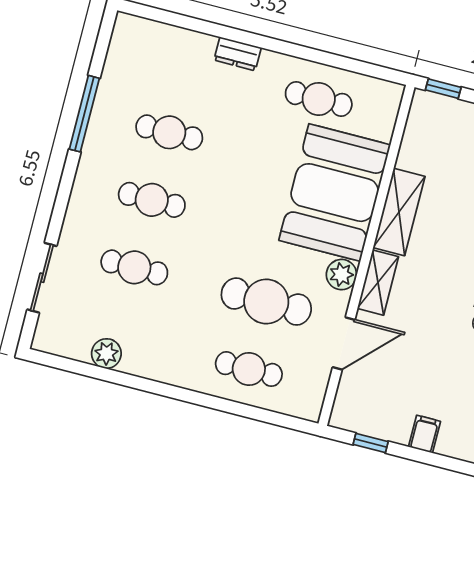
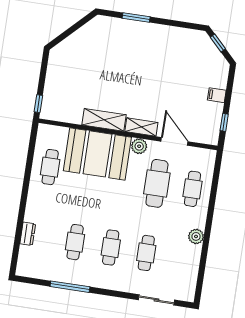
dresser: (238, 54) -> (28, 234), moved
plant: (106, 354) -> (196, 236), moved

